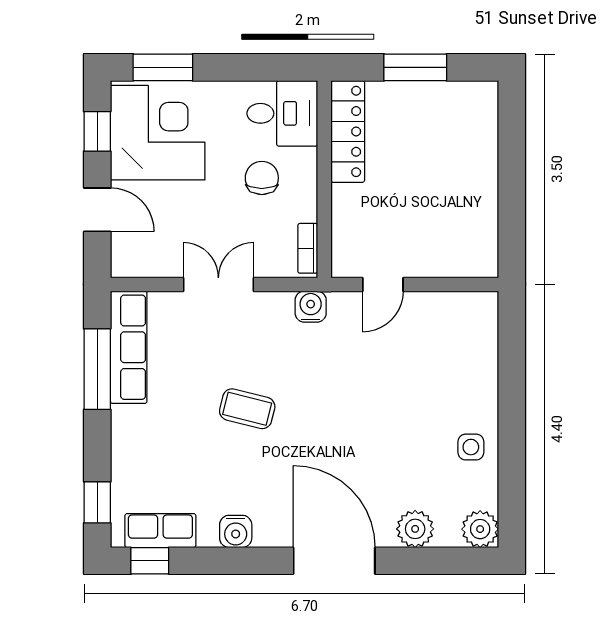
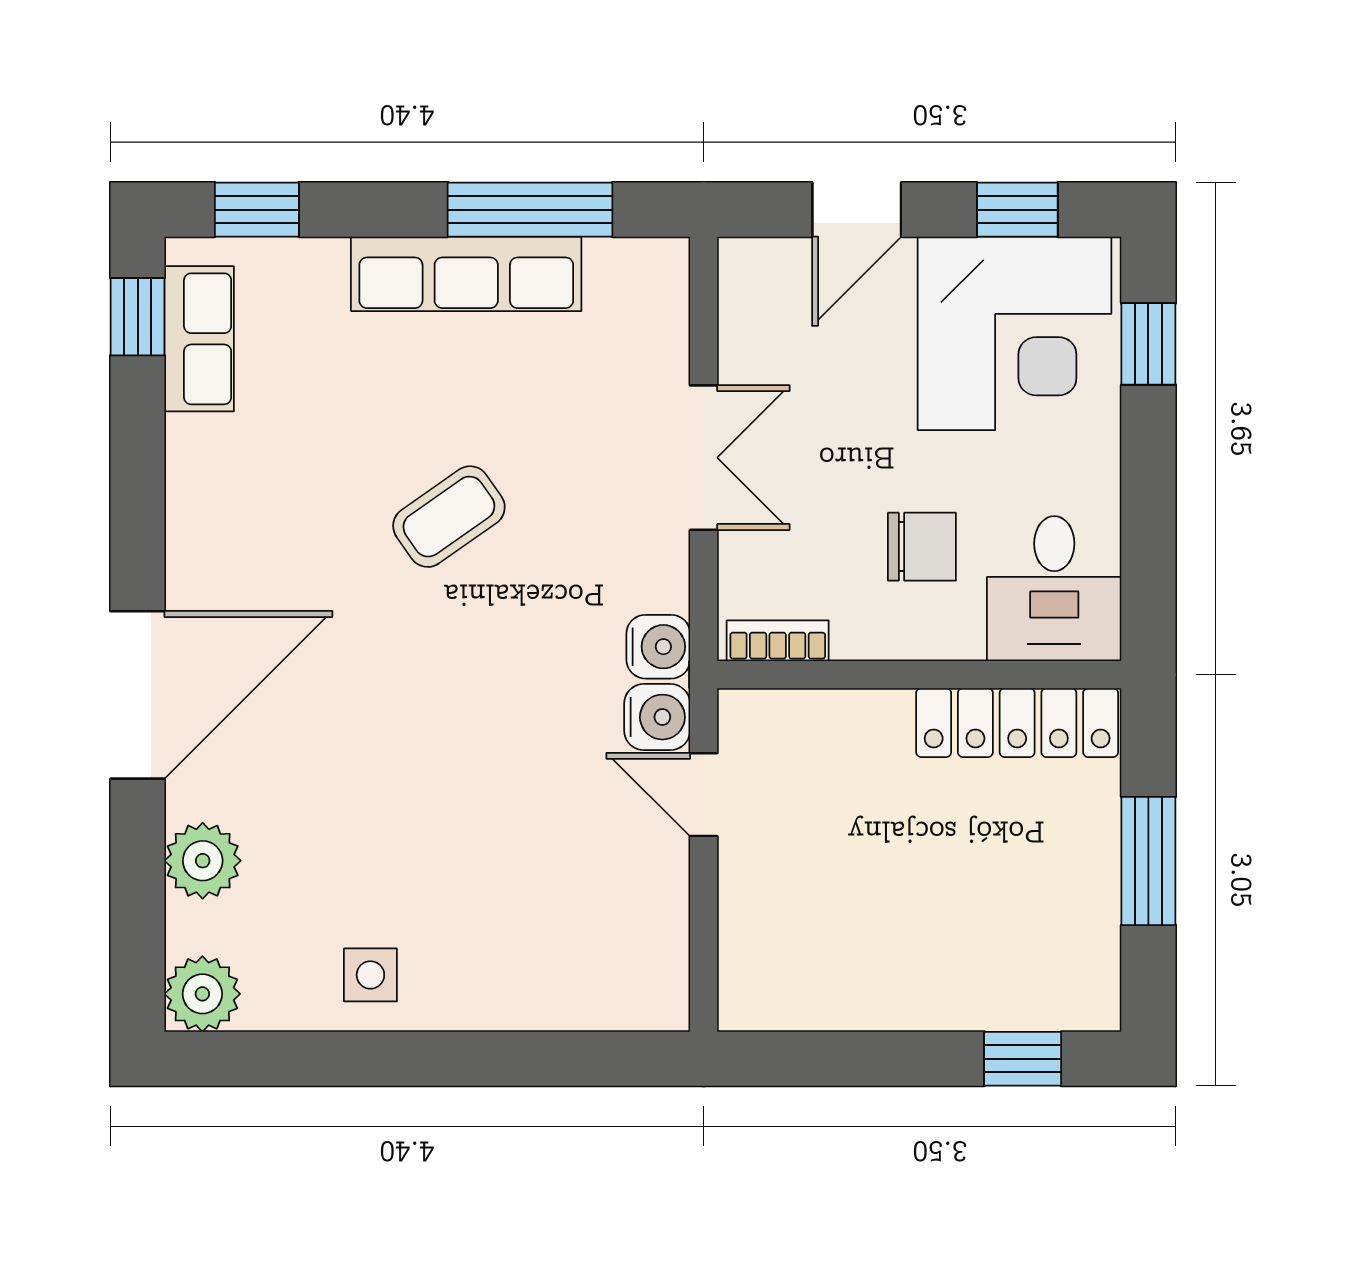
window: (163, 67) -> (1148, 344), width x0.67
window: (512, 129) -> (1023, 1059), added
row of seats: (129, 347) -> (466, 274), moved
coffee table: (247, 409) -> (449, 517), turned 41
water cooler: (236, 531) -> (657, 717), moved, turned 180

